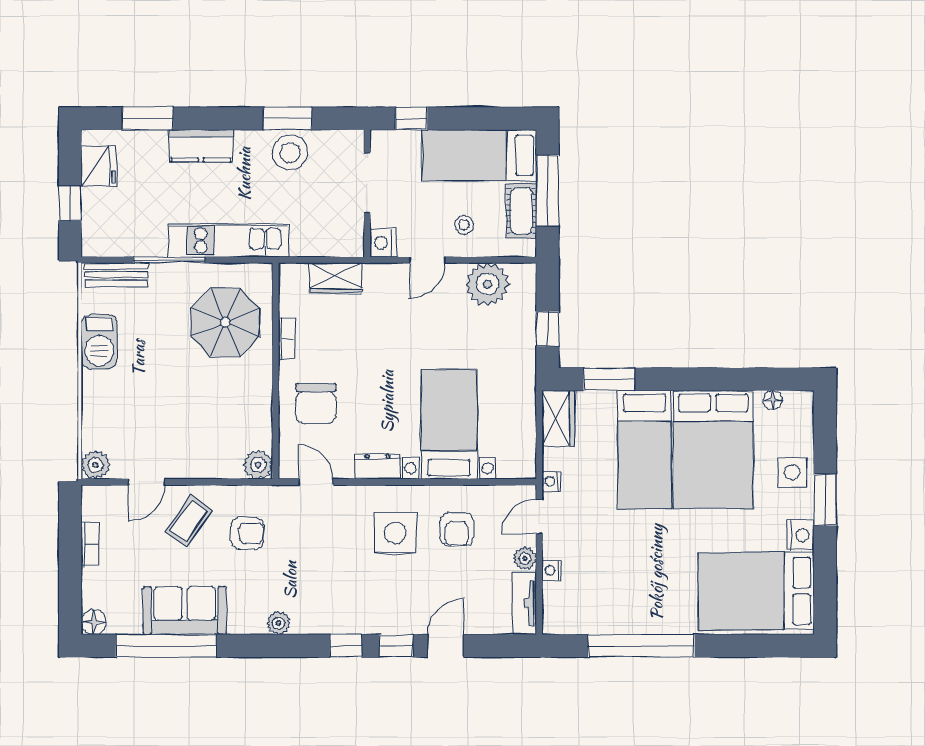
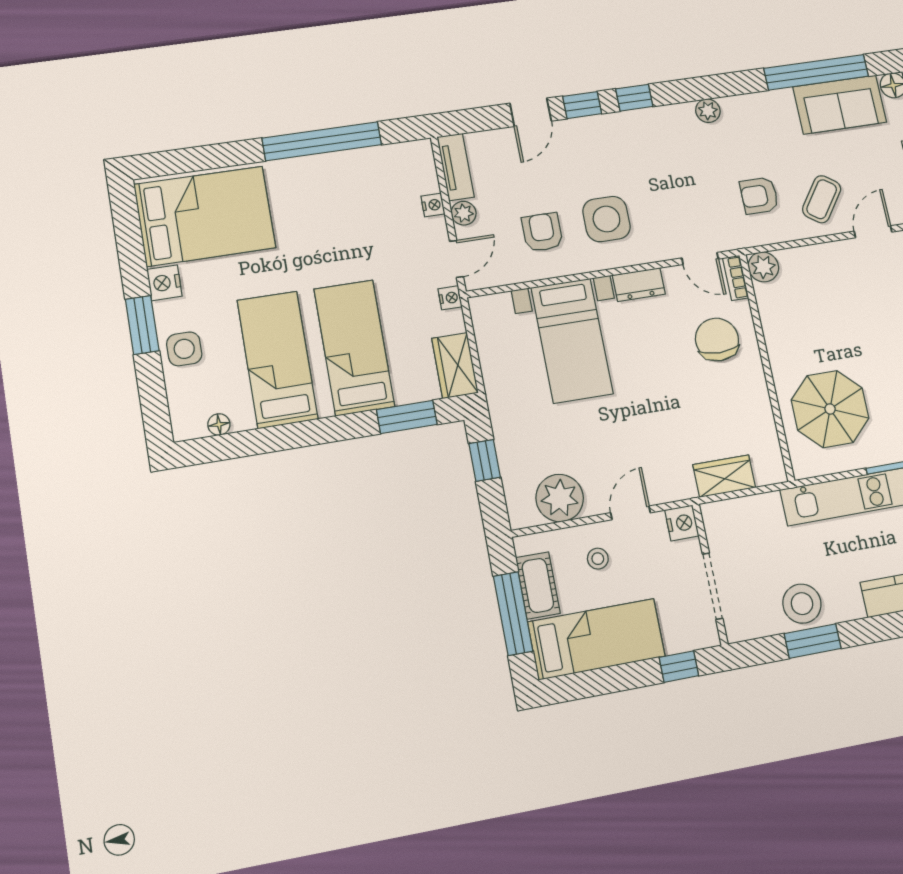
bookcase: (287, 339) -> (736, 278), moved
bed: (713, 450) -> (277, 360), width x0.67
sofa: (185, 611) -> (840, 105), moved

